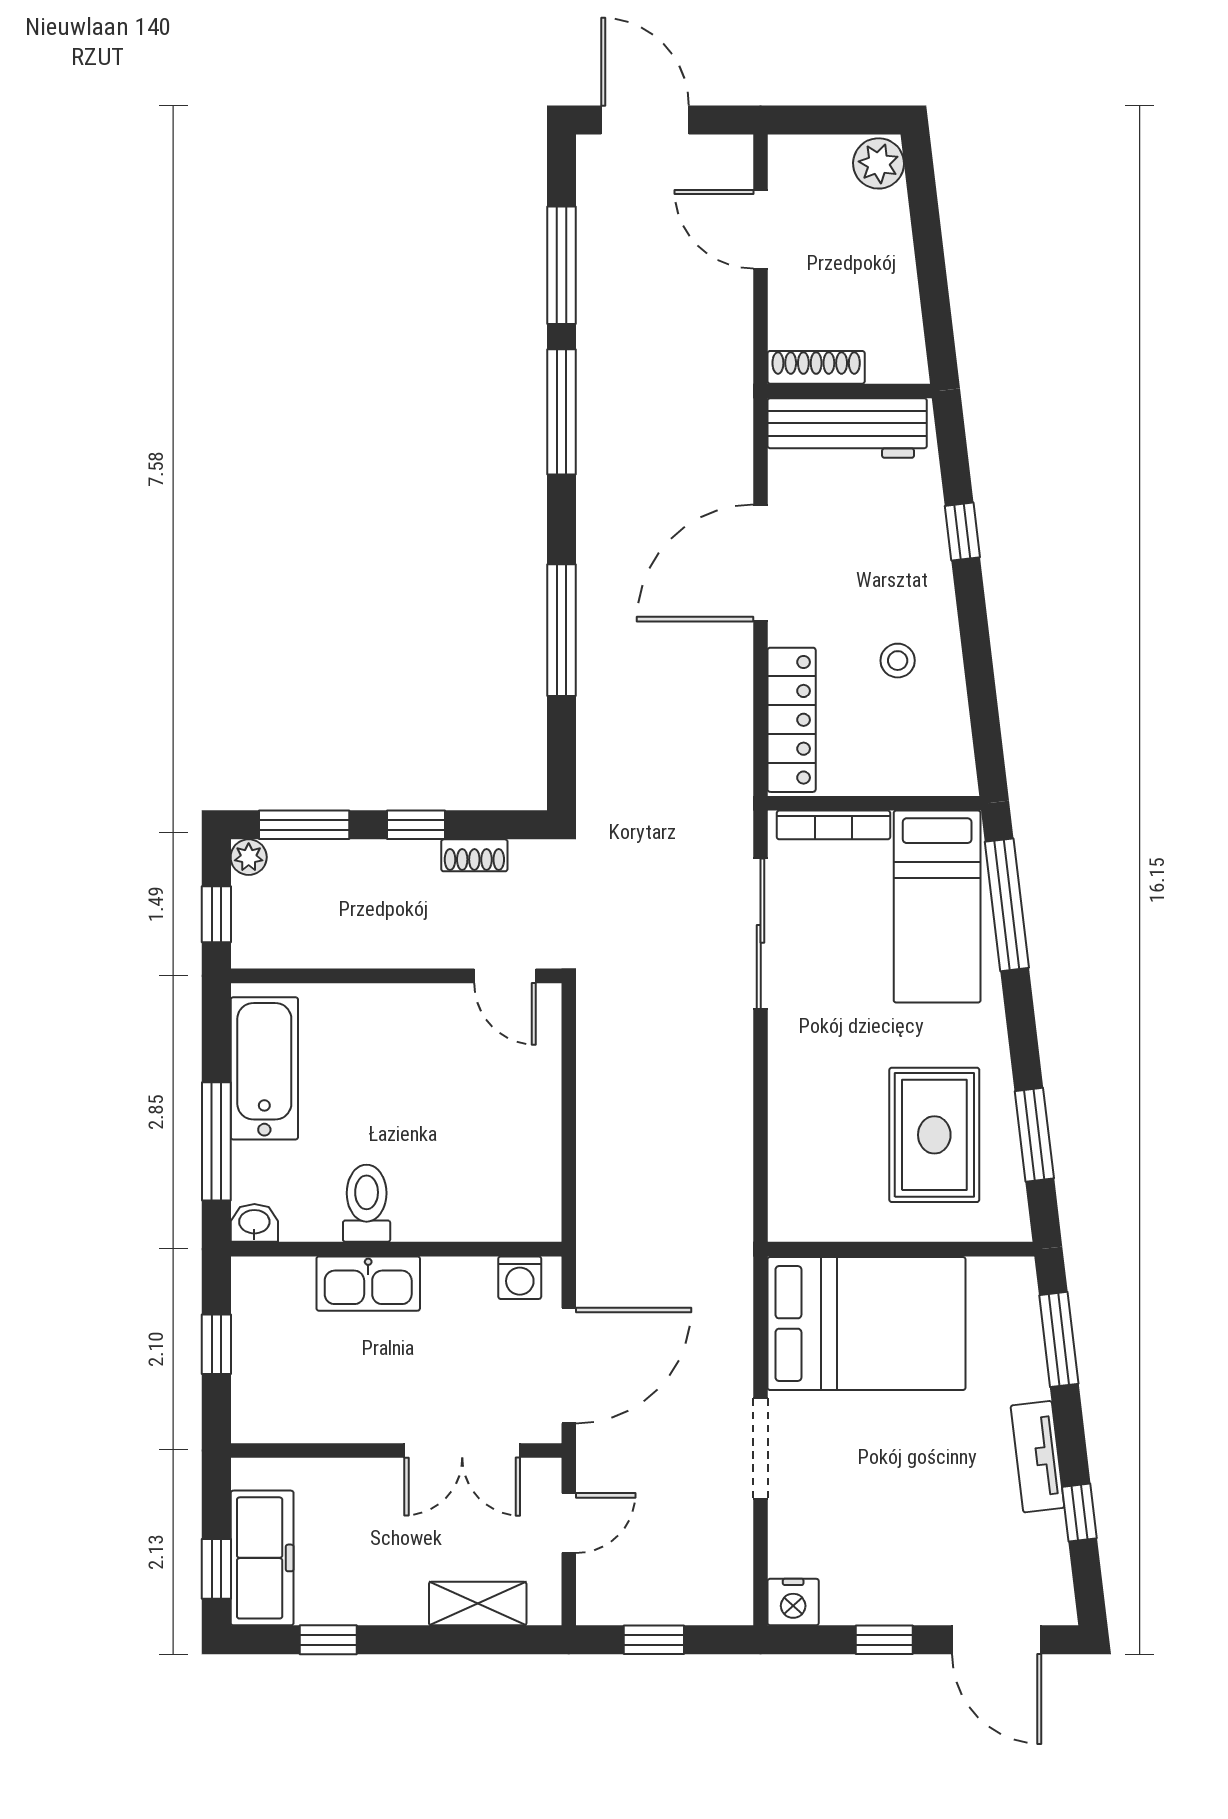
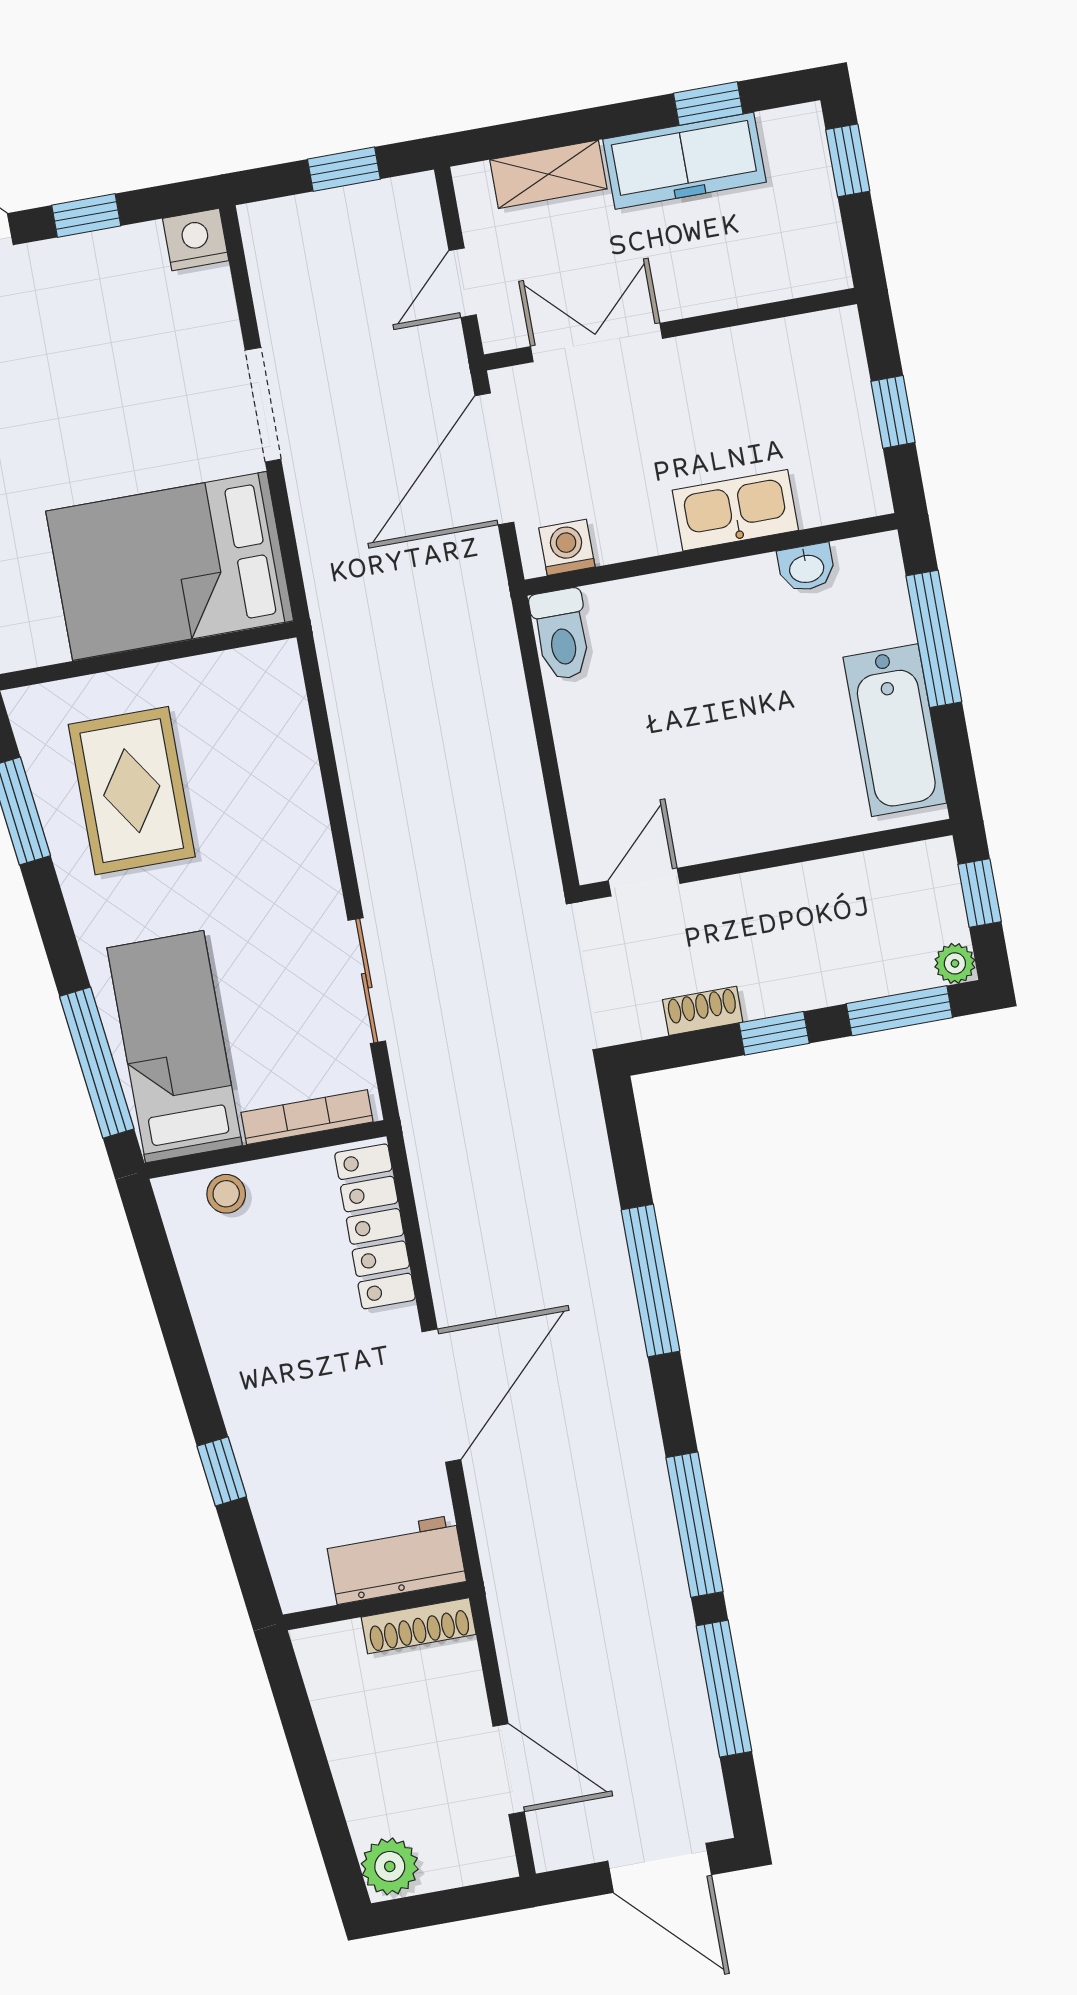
workbench: (847, 428) -> (396, 1560), width x0.73
stool: (898, 661) -> (226, 1194), moved
sliding door: (761, 934) -> (367, 981), width x0.73
door: (505, 976) -> (644, 882), hinge flipped
toilet: (367, 1203) -> (561, 634), moved
washbasin: (254, 1223) -> (806, 568), moved
freezer: (262, 1558) -> (684, 161), moved, turned -90

